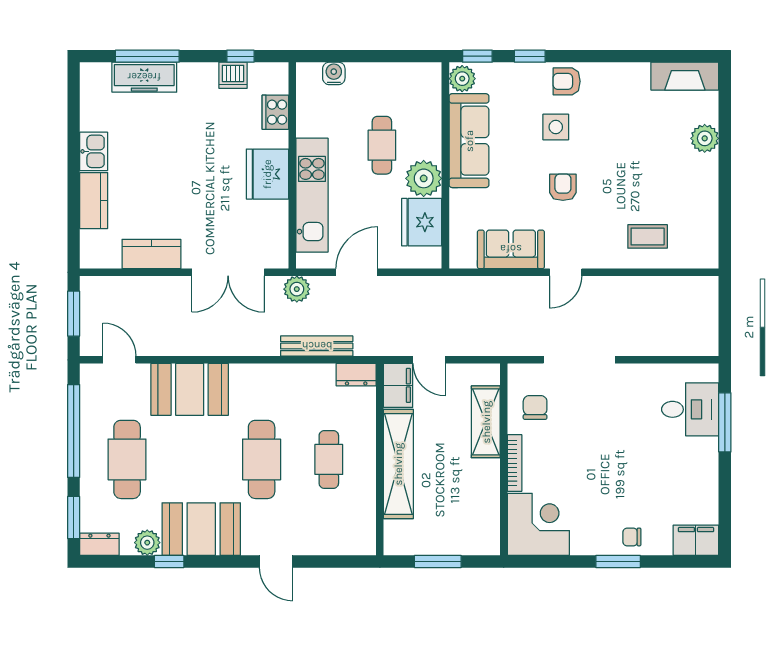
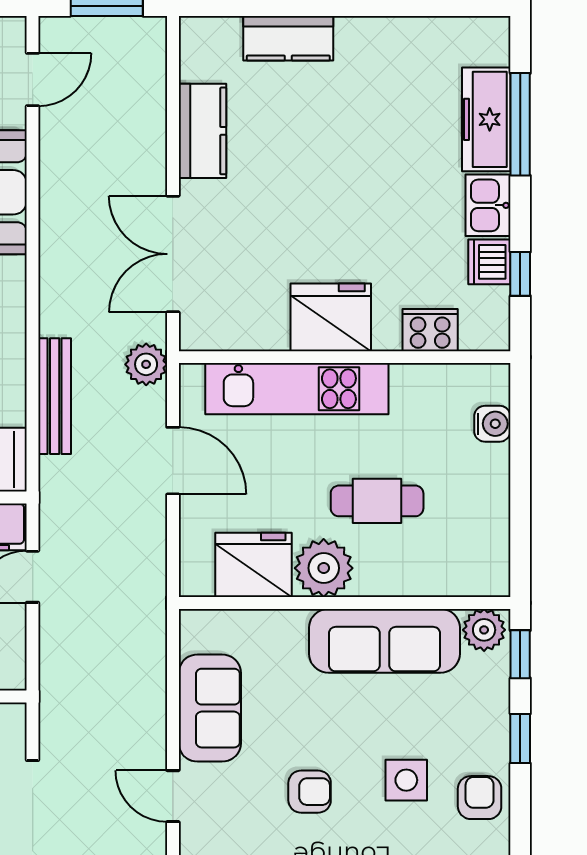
kitchen sink: (94, 151) -> (488, 205), moved, turned 90

